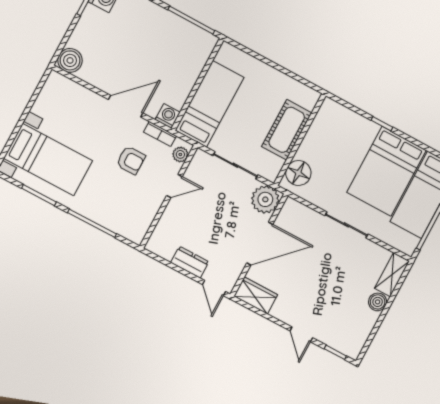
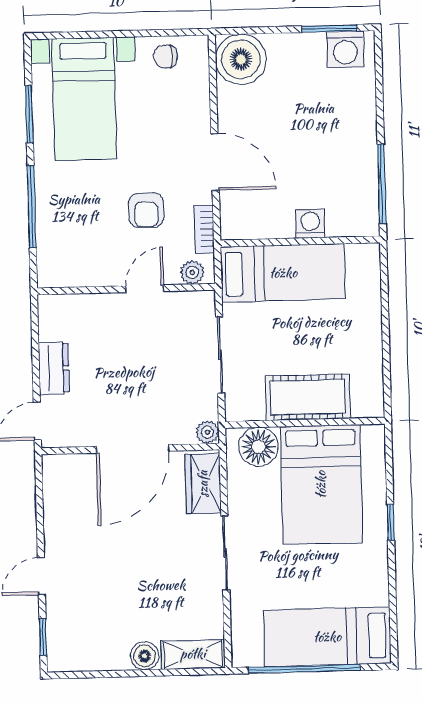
boiler: (70, 60) -> (241, 59), width x1.37, depth x1.37
chair: (50, 100) -> (166, 56), added
washing machine: (168, 116) -> (310, 224), moved, turned -90
bed: (387, 171) -> (321, 485), moved, turned -90
door: (174, 186) -> (145, 289), swing flipped
plant: (265, 199) -> (207, 432), width x0.53, depth x0.53
door: (260, 244) -> (133, 449), hinge flipped
wardrobe: (256, 295) -> (203, 484), moved, turned 180

